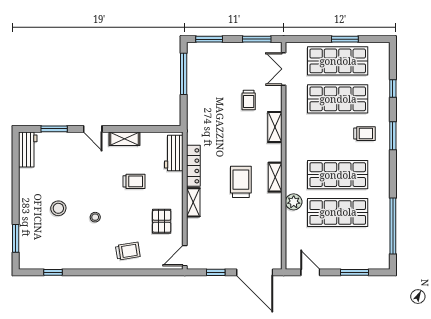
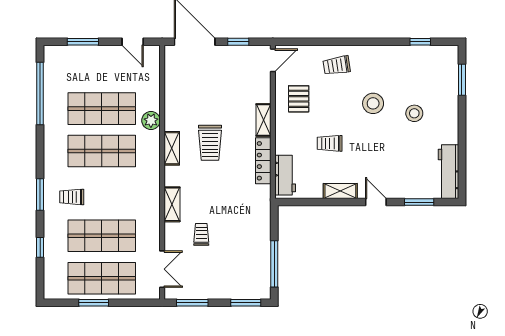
workbench: (28, 150) -> (449, 172), width x1.38
stool: (95, 217) -> (373, 103), width x1.89, depth x1.89

